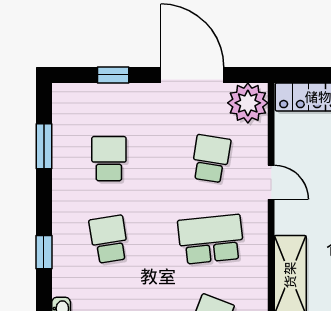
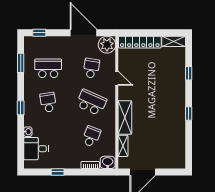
window: (113, 75) -> (39, 33), moved
school desk: (109, 159) -> (48, 68), width x1.85
school desk: (211, 239) -> (91, 102), turned 30

